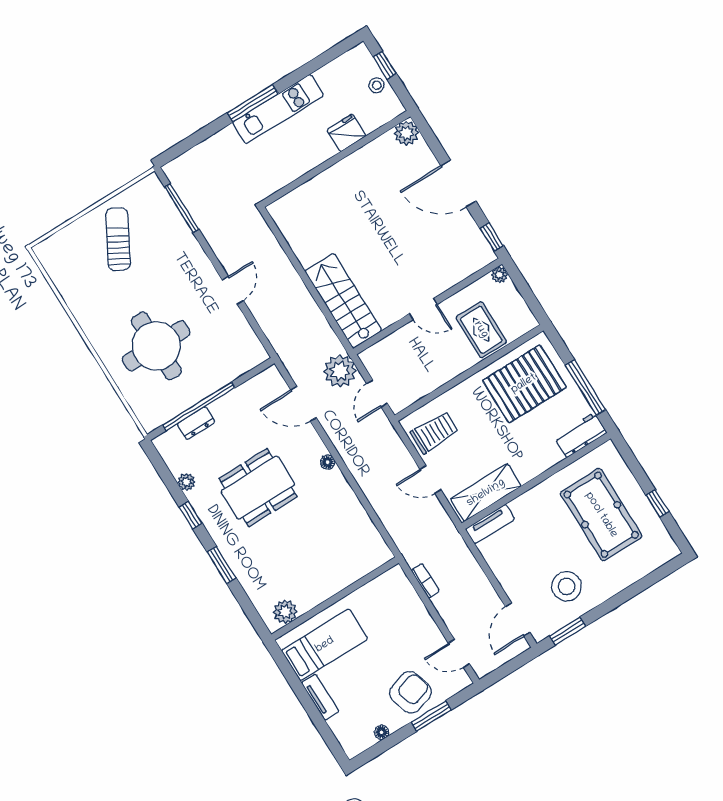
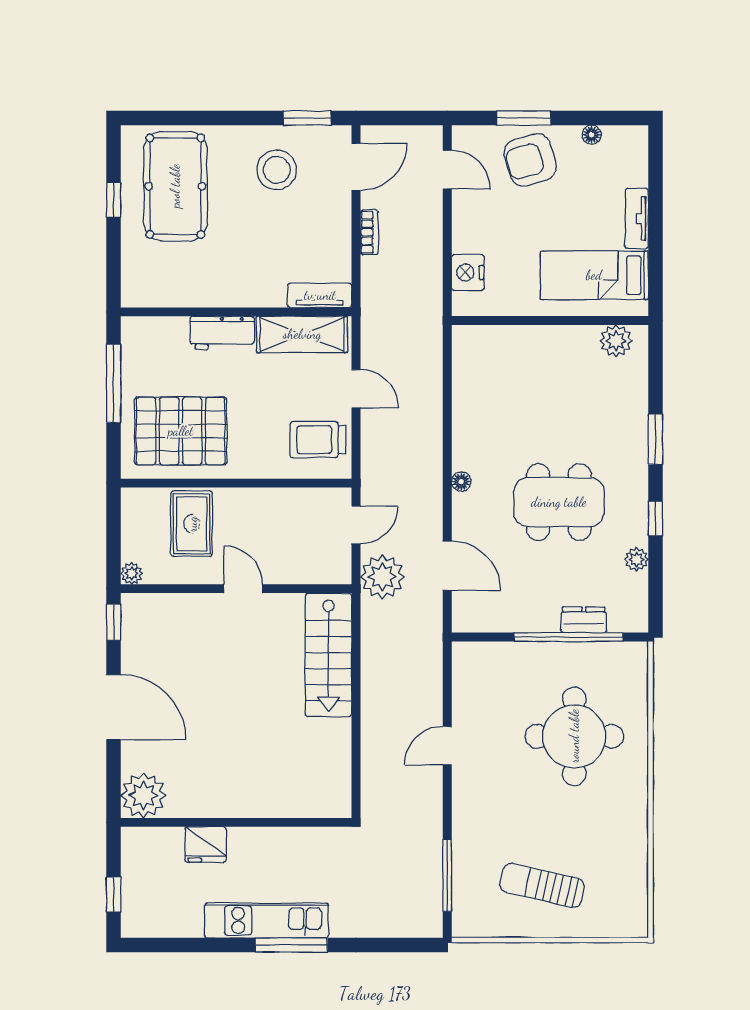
stool: (377, 85) -> (137, 877), removed
plant: (406, 133) -> (143, 795), width x1.36, depth x1.36
sun lounger: (118, 239) -> (542, 885), turned 74
workbench: (581, 435) -> (222, 333), moved
pool table: (601, 515) -> (175, 186), moved
bookcase: (425, 581) -> (369, 232), moved, turned 180
nightstand: (406, 597) -> (468, 273), added

